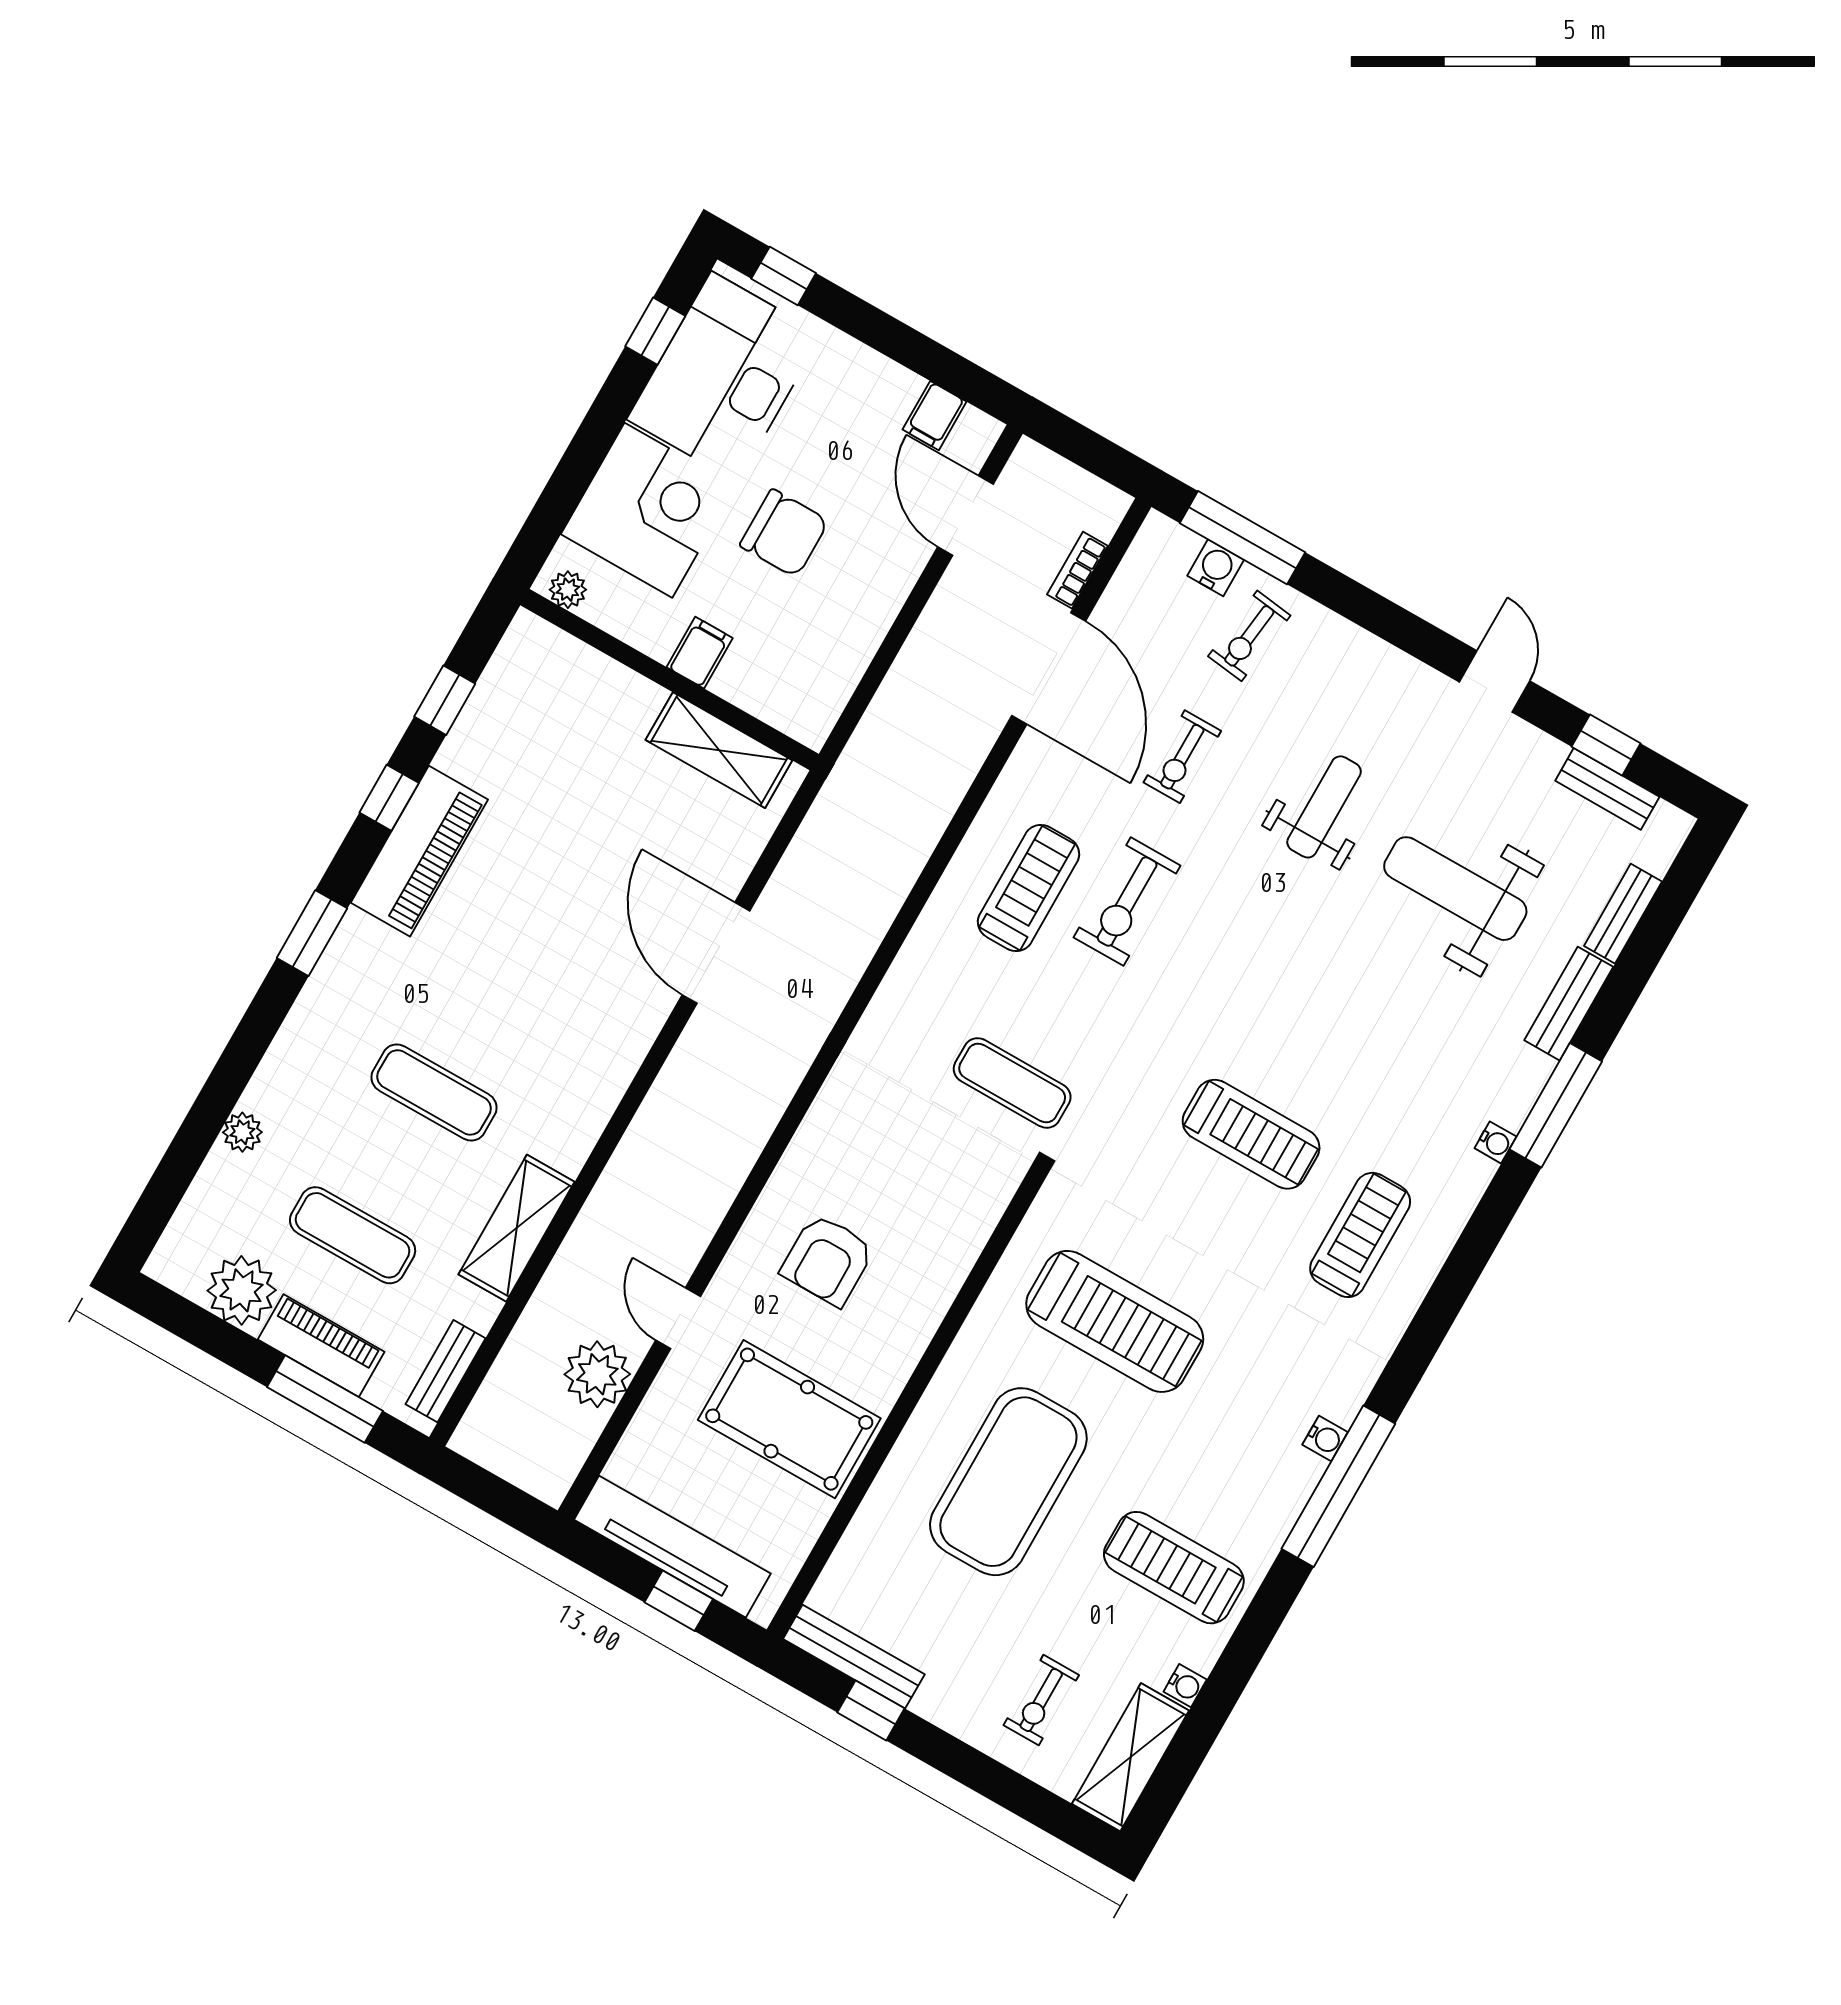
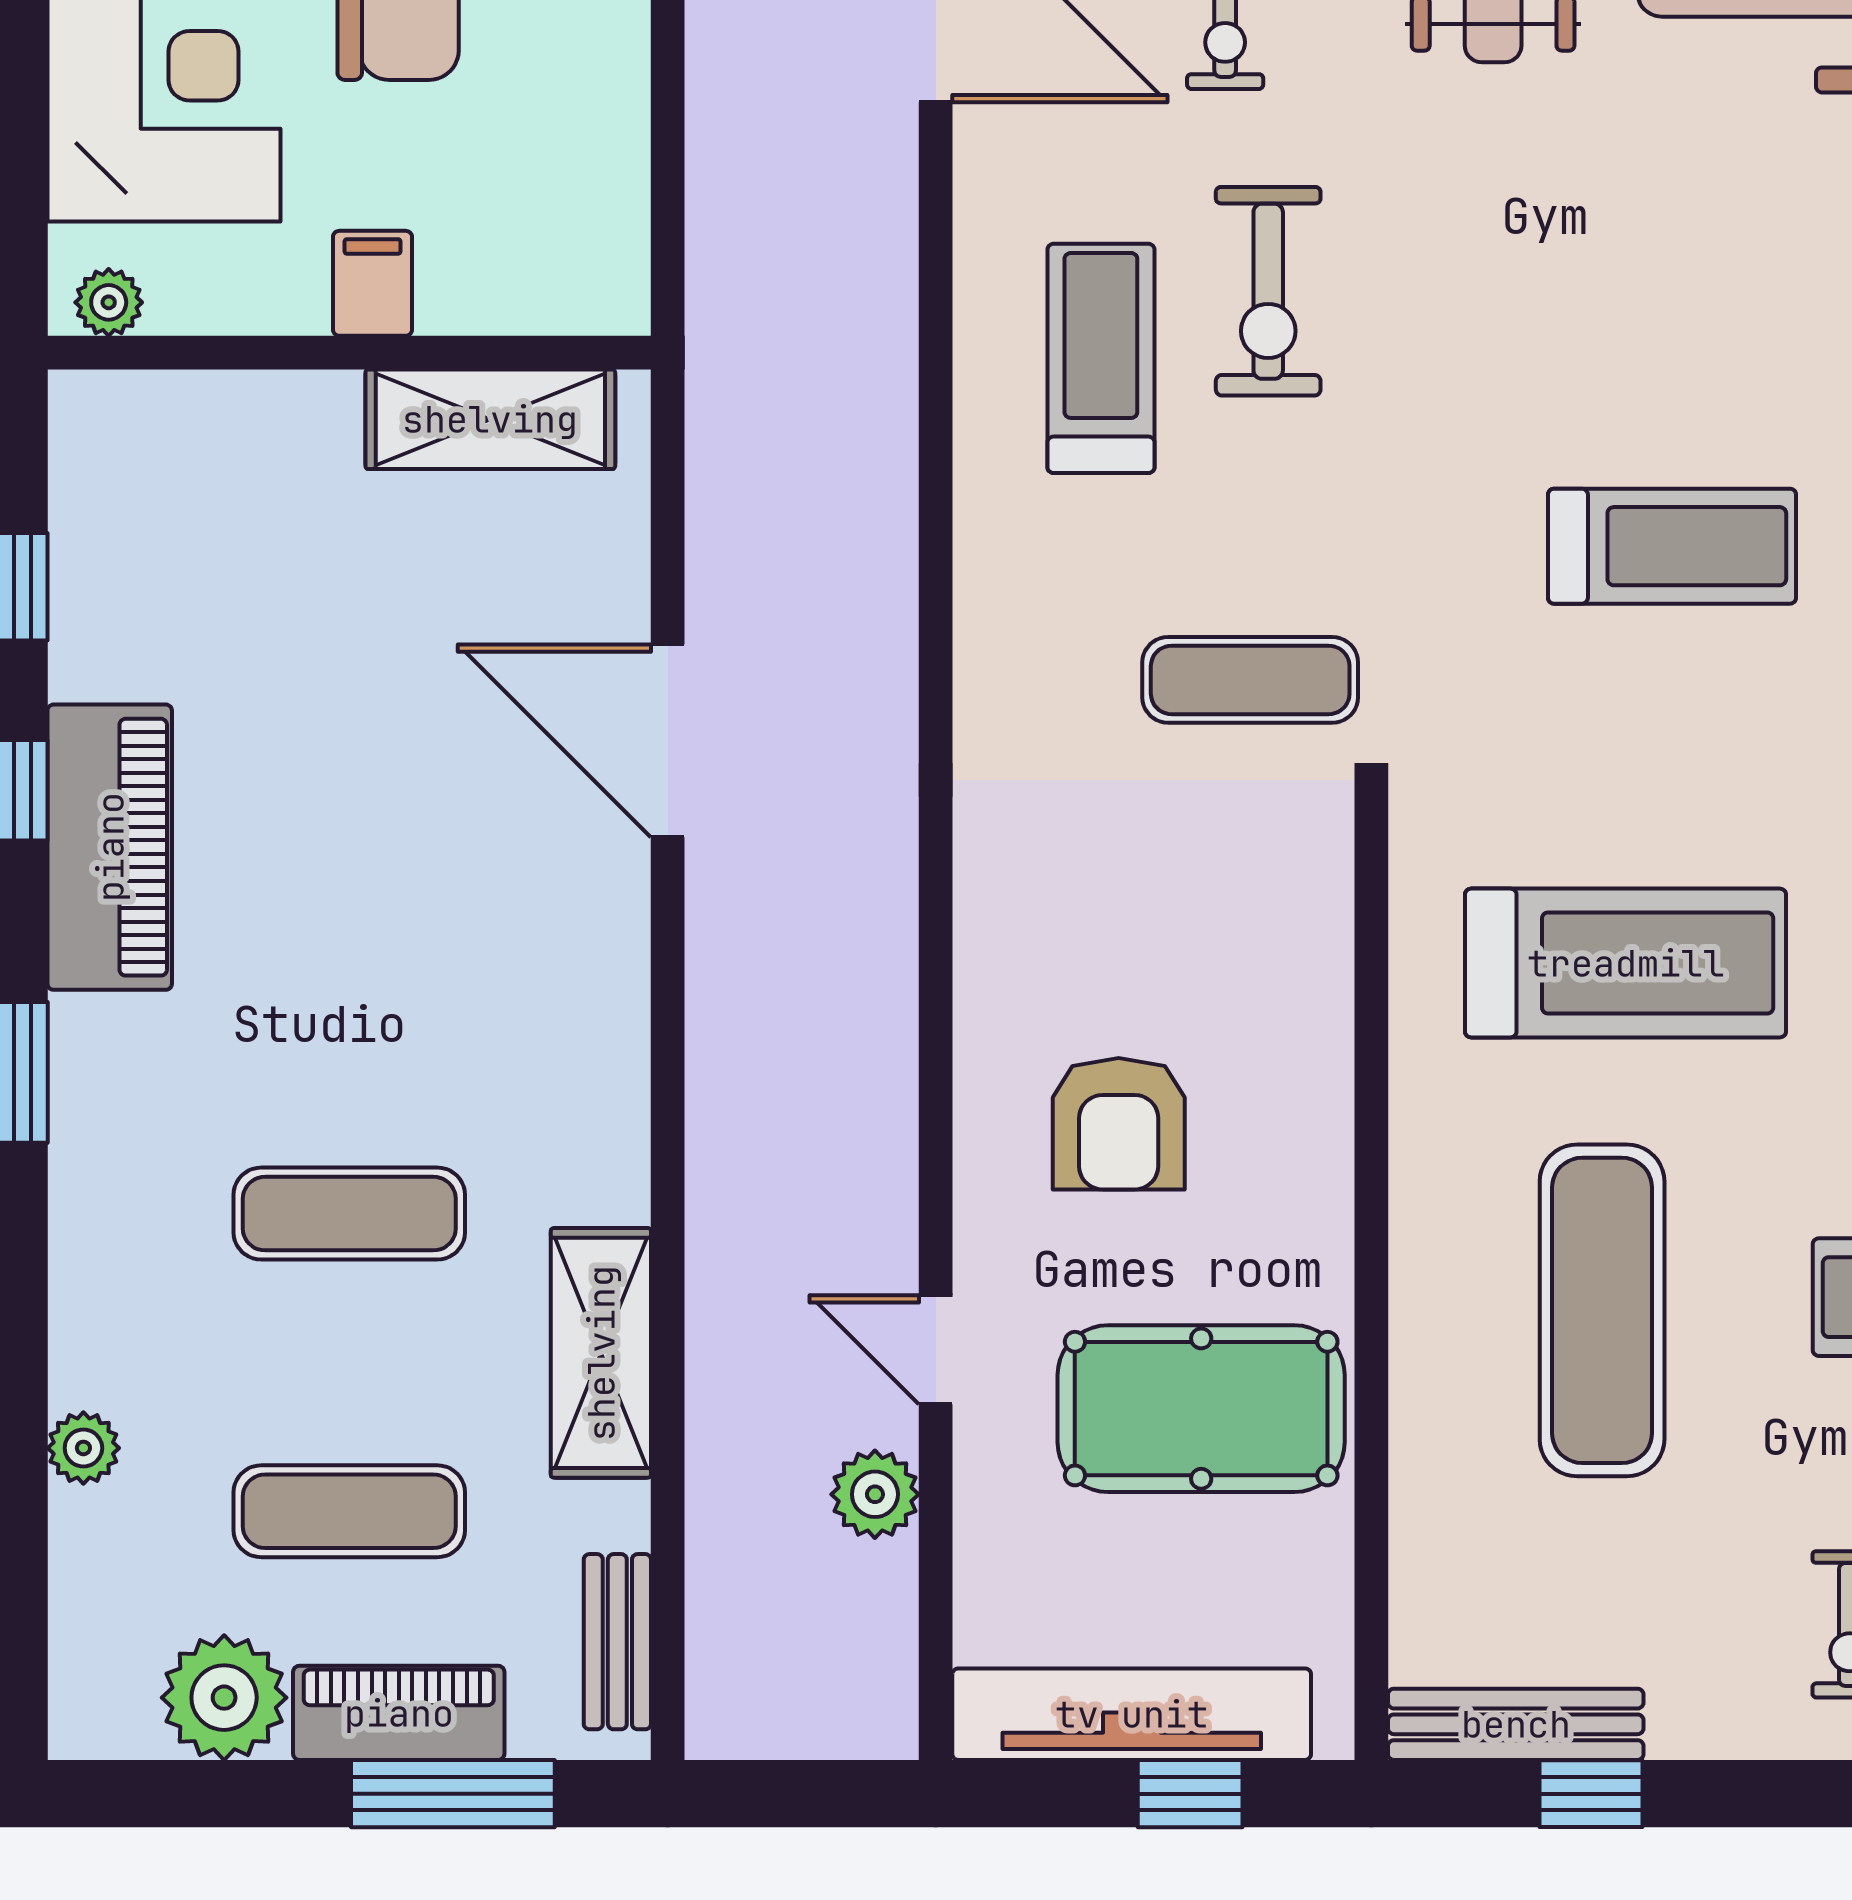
plant: (597, 1374) -> (875, 1494), width x0.73, depth x0.73
exercise mat: (1008, 1482) -> (1602, 1310), width x0.68

